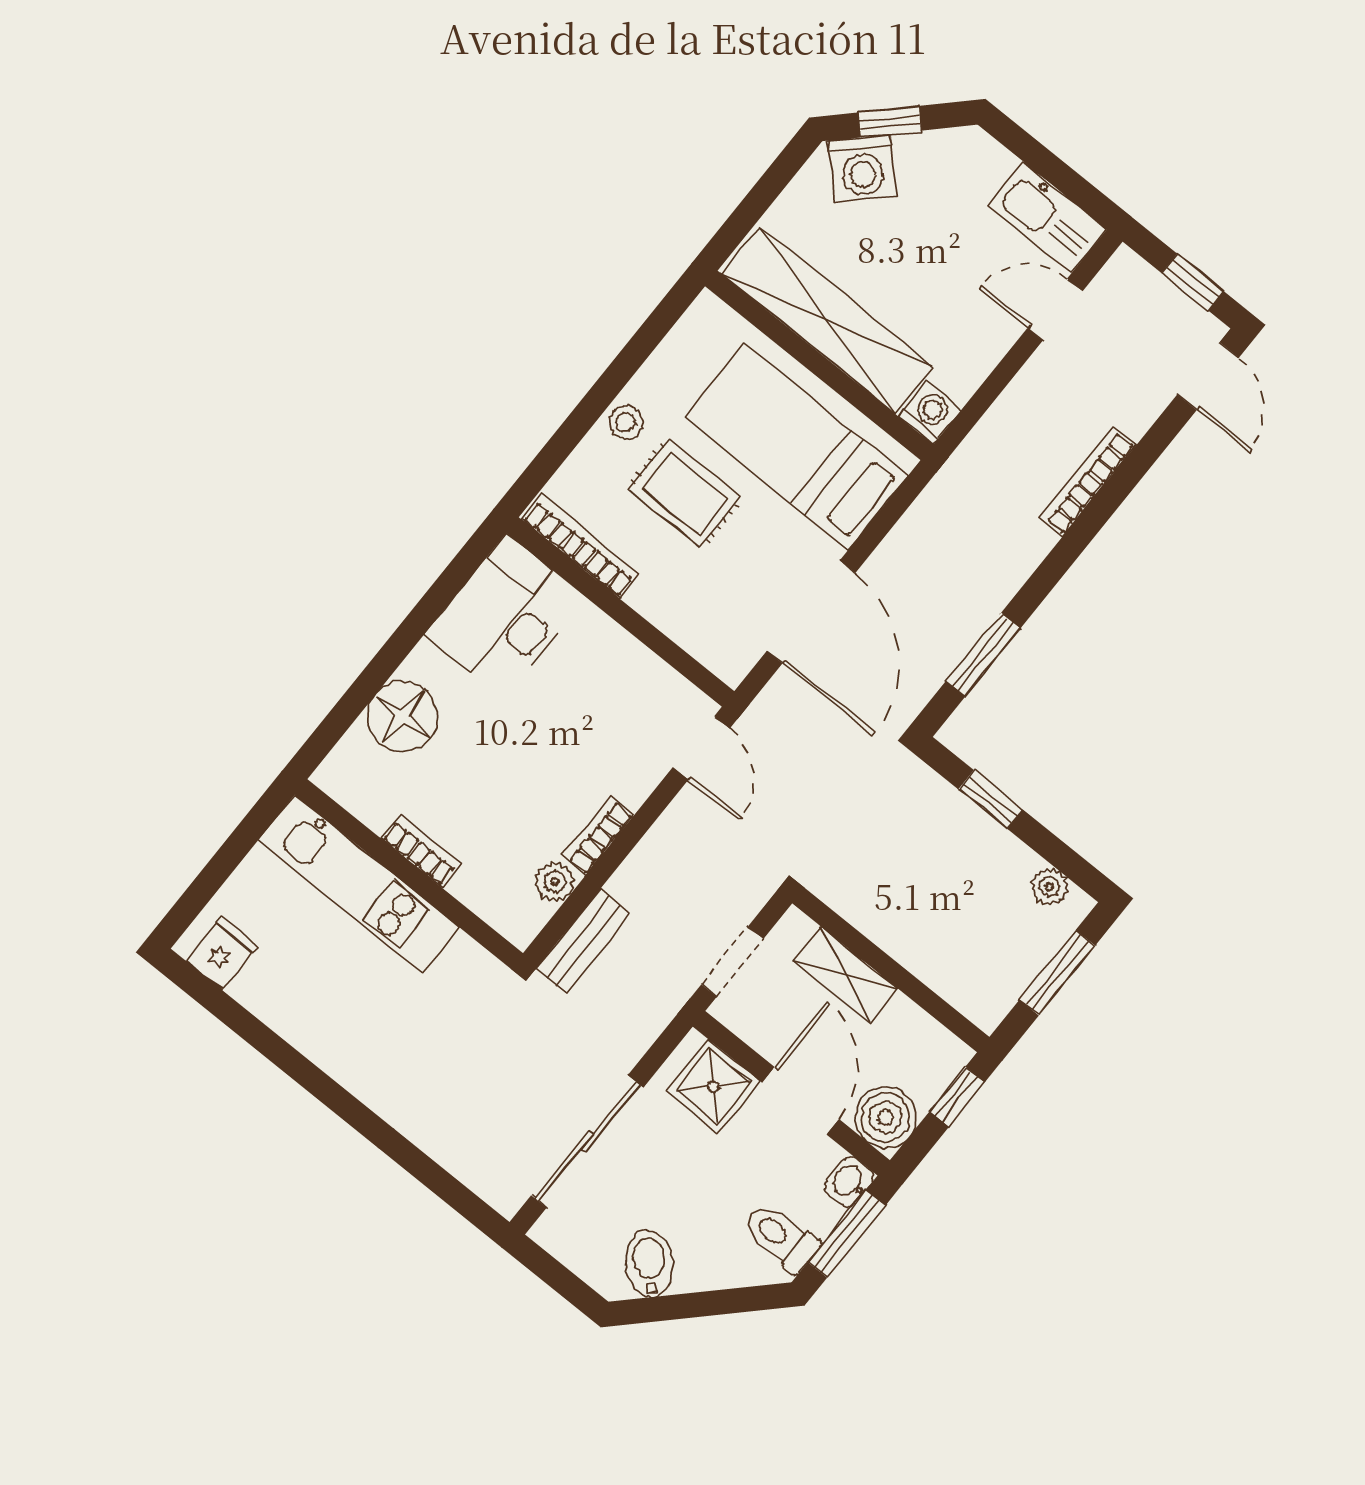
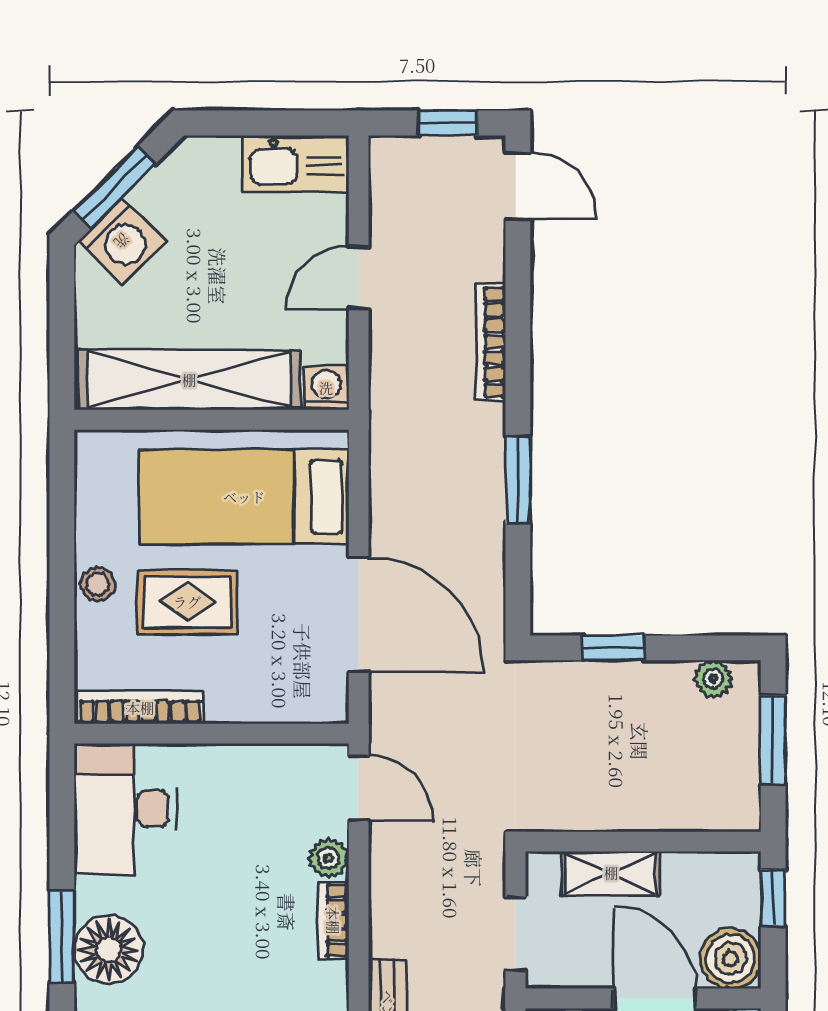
window: (890, 122) -> (114, 188), width x1.50
door: (1055, 310) -> (359, 278), moved
window: (983, 655) -> (518, 480), moved
window: (374, 676) -> (62, 937), added
plant: (555, 882) -> (329, 858), moved

